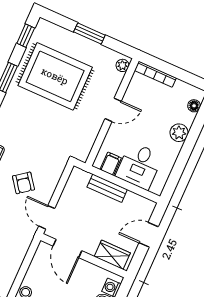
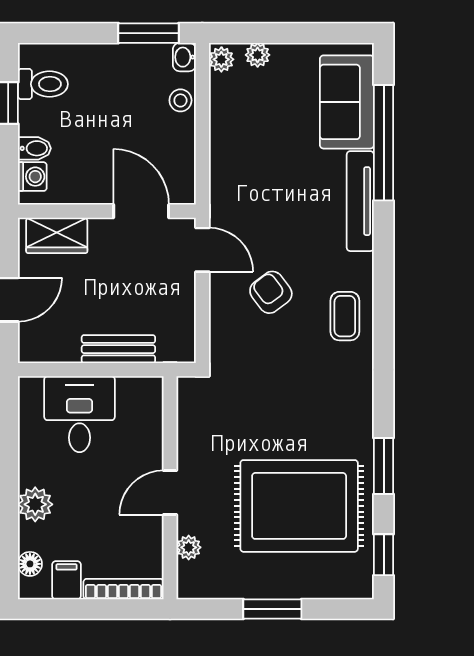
plant: (122, 65) -> (189, 547), moved
filing cabinet: (111, 164) -> (67, 580), moved, turned 180

